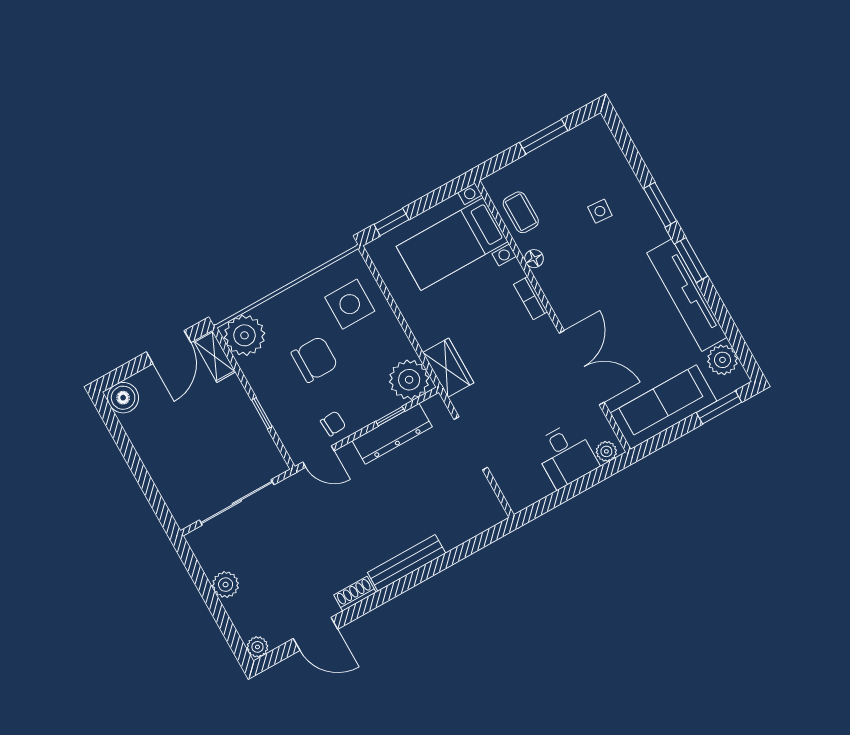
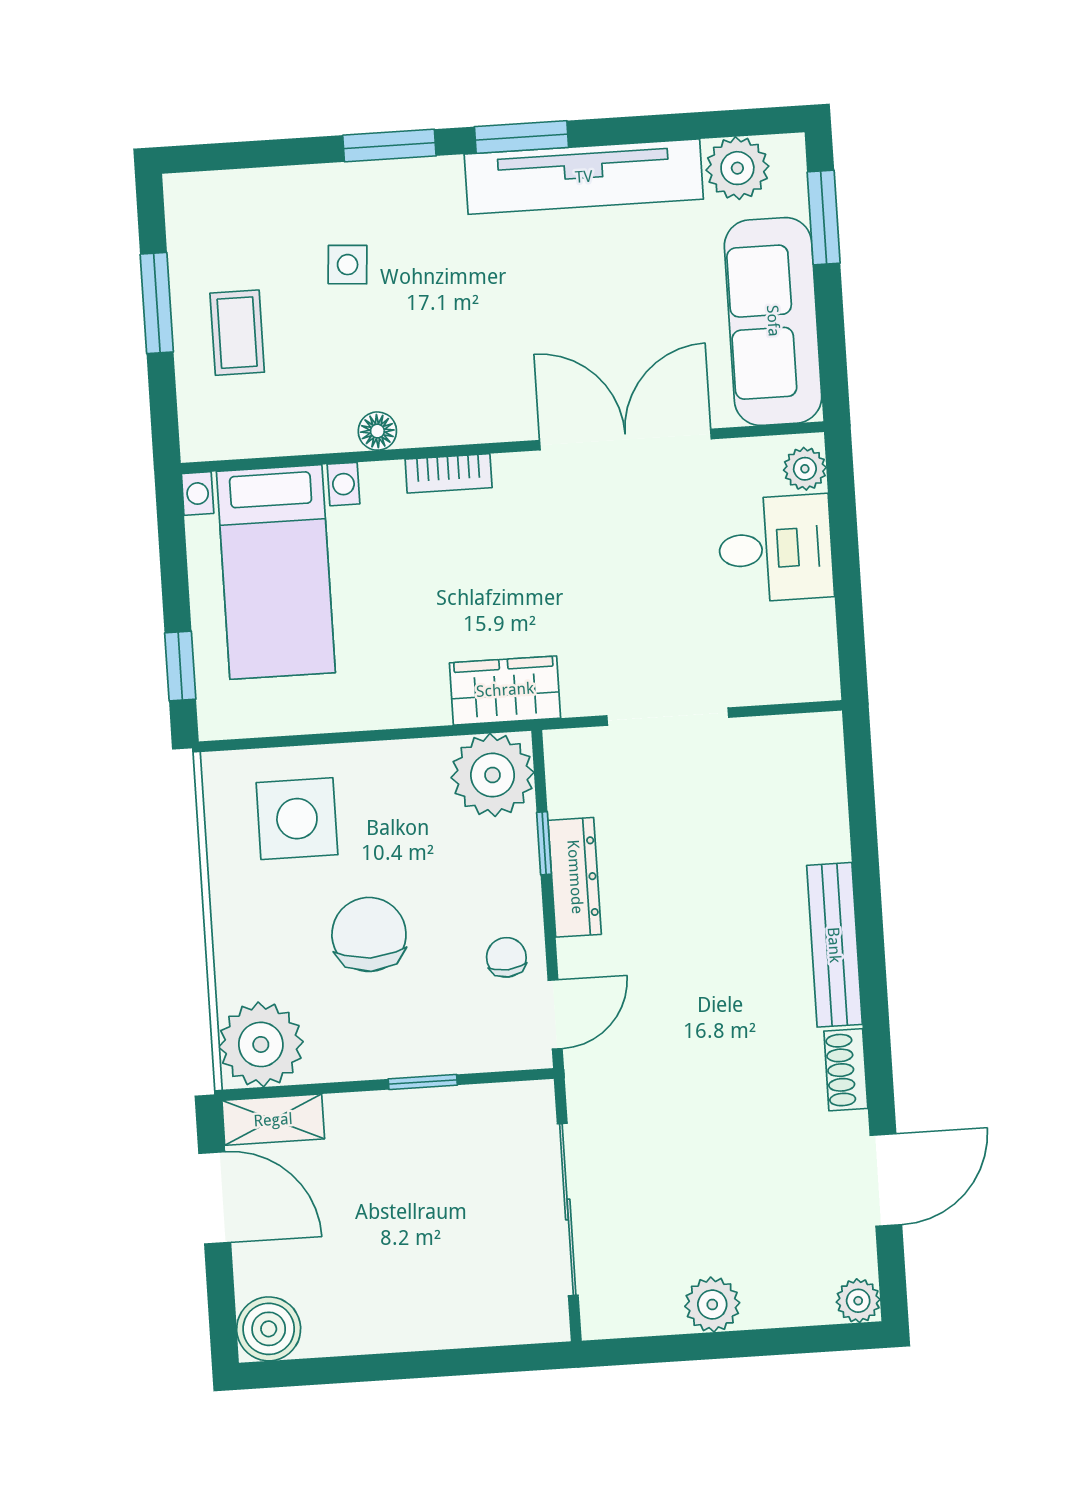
coffee table: (521, 212) -> (237, 333), moved, turned 90
dresser: (392, 434) -> (575, 877), width x0.73, depth x0.80

